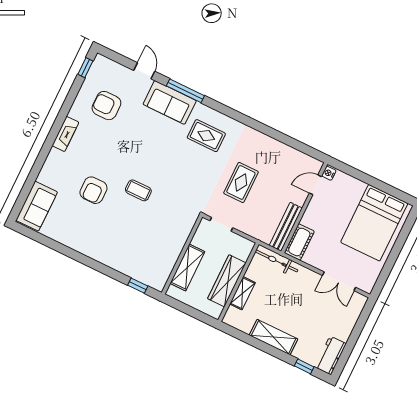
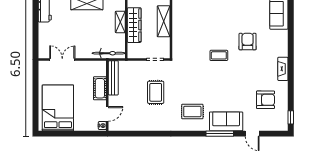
cot: (299, 242) -> (100, 88), moved

